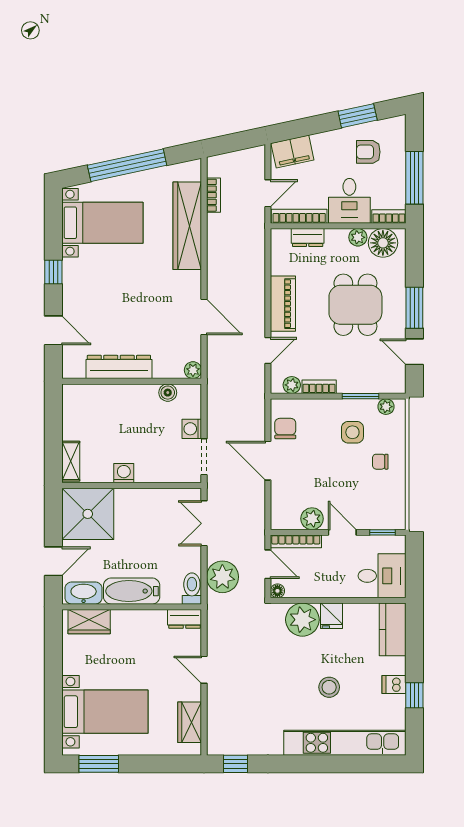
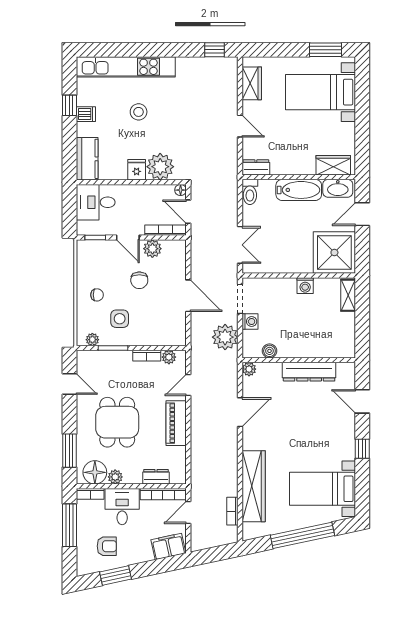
window: (414, 308) -> (69, 451), moved
door: (204, 317) -> (240, 412), swing flipped
chair: (285, 429) -> (139, 280), moved
plant: (222, 577) -> (225, 337), moved

